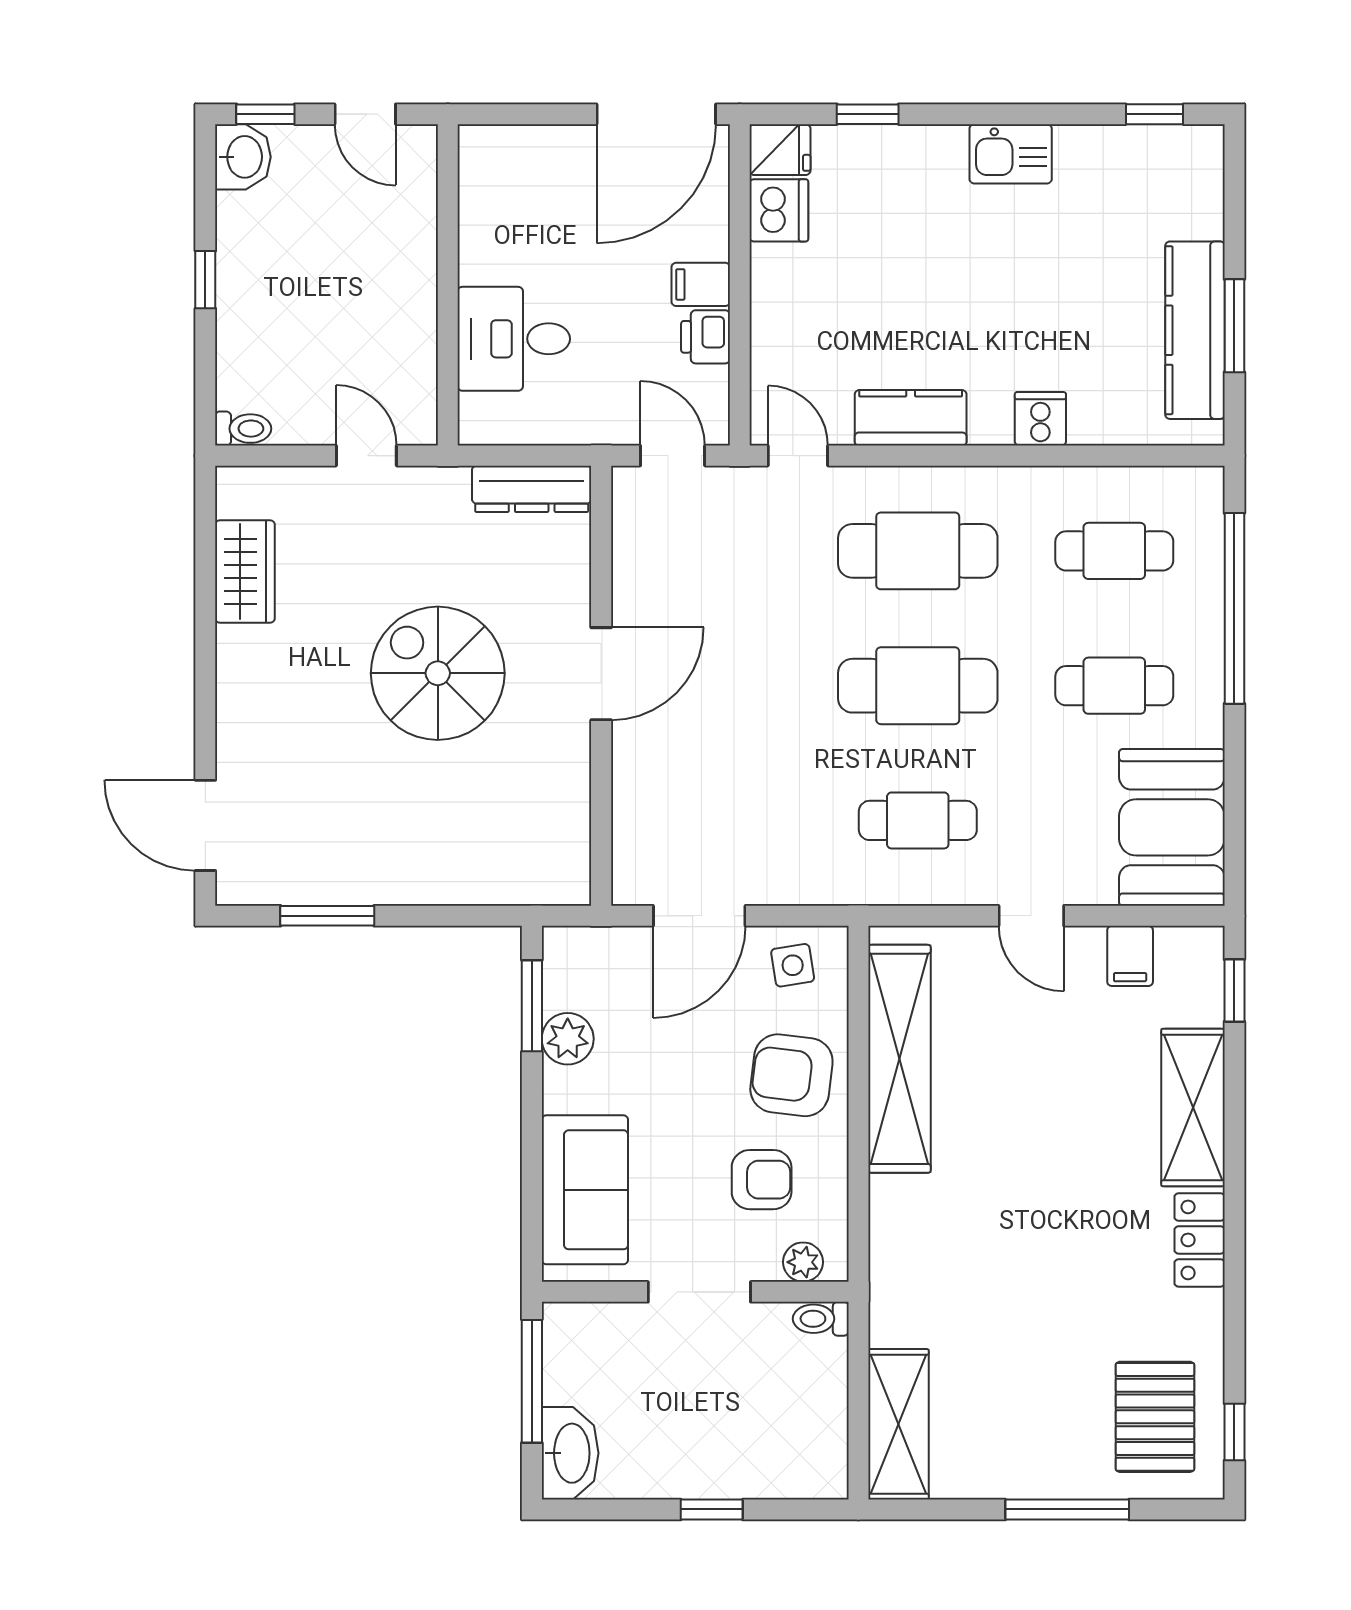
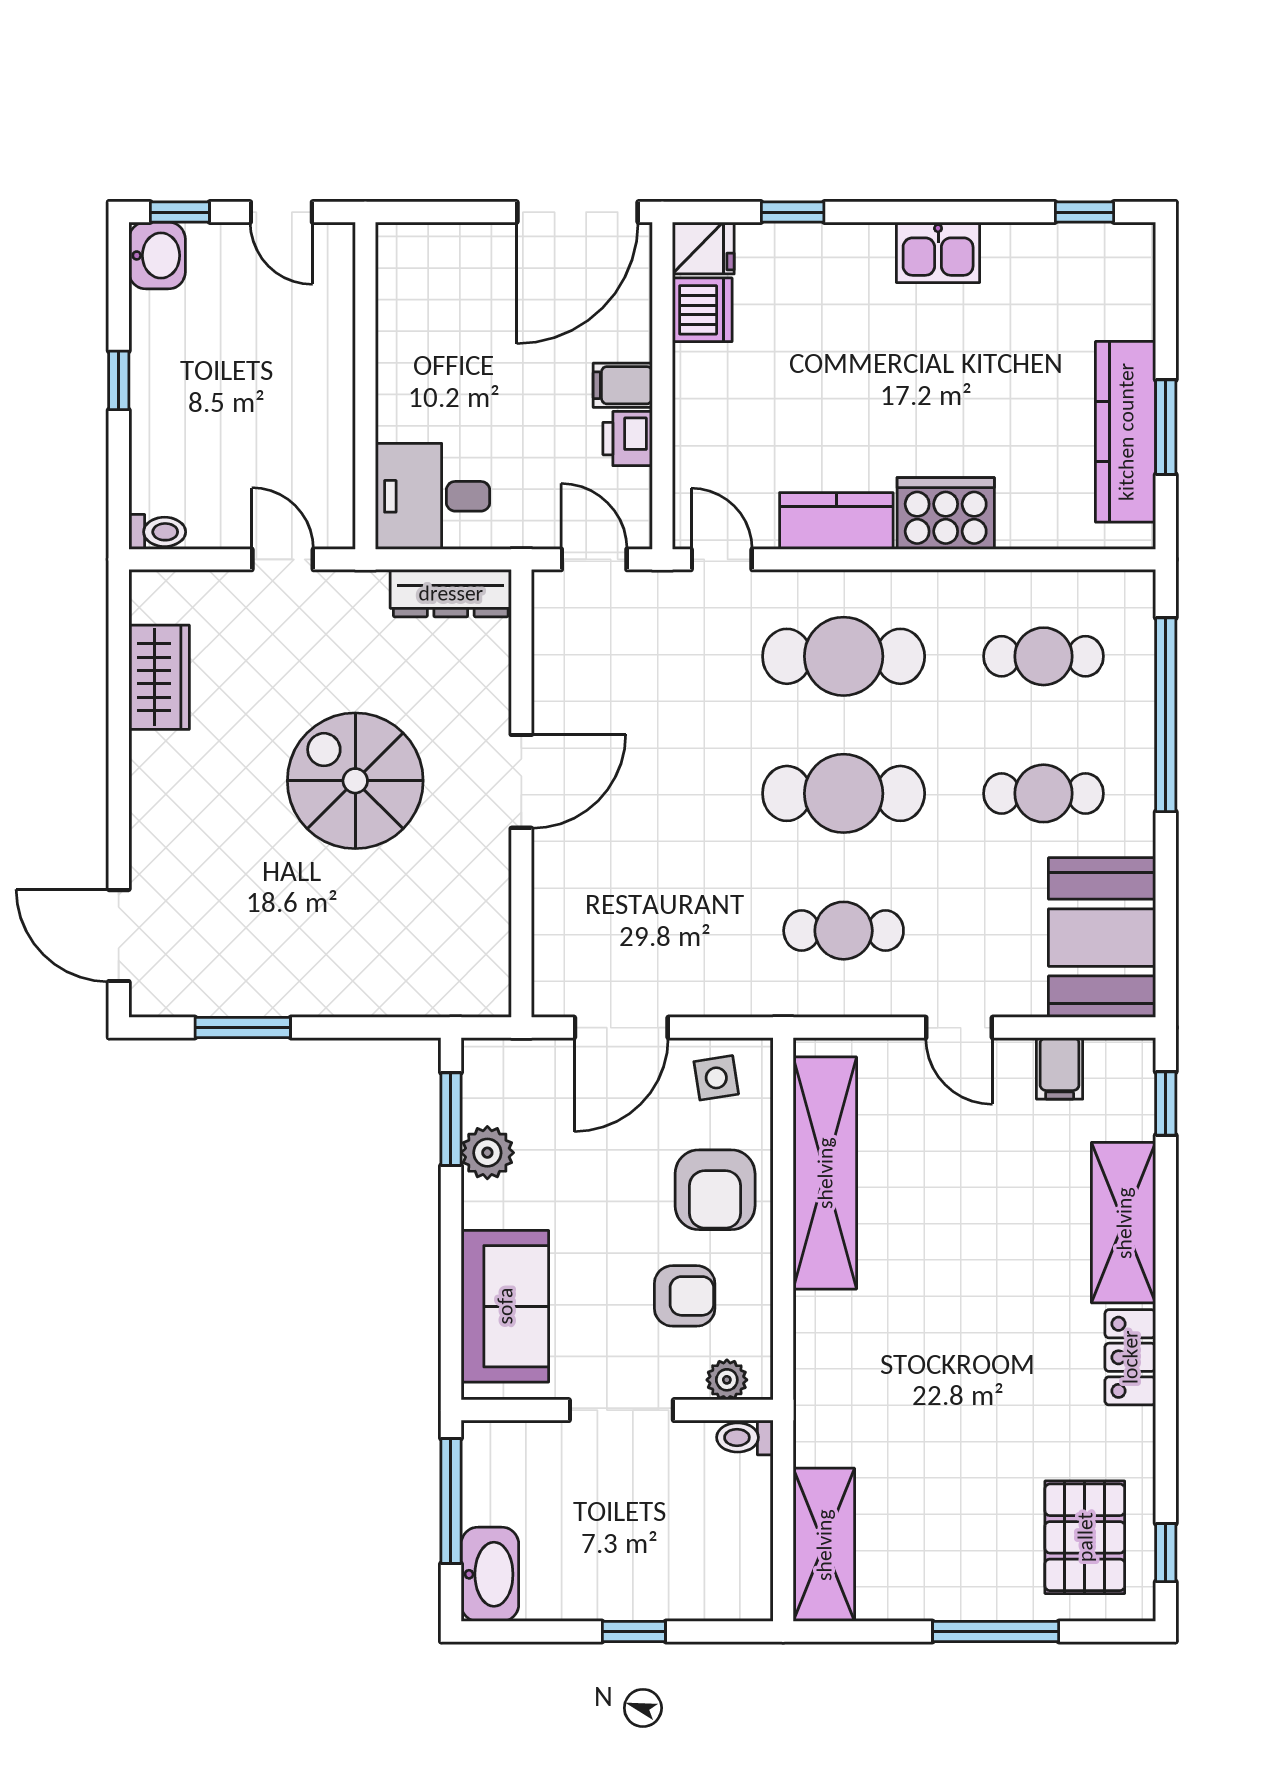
desk: (514, 339) -> (433, 496), moved
cooker: (1040, 419) -> (946, 513), width x1.87, depth x1.31
armchair: (791, 1075) -> (715, 1190), turned -97

